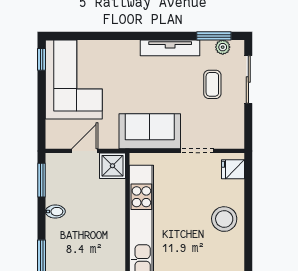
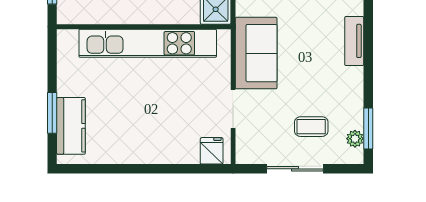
tv unit: (170, 48) -> (354, 41), moved, width x0.71
sliding door: (248, 79) -> (295, 169), moved
stool: (224, 219) -> (153, 140), removed

